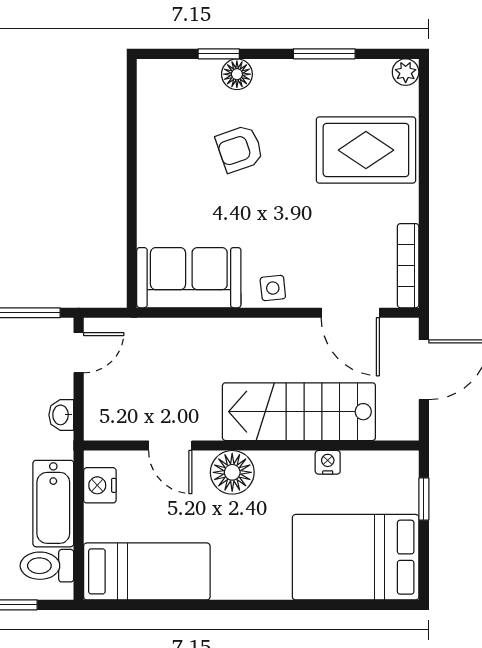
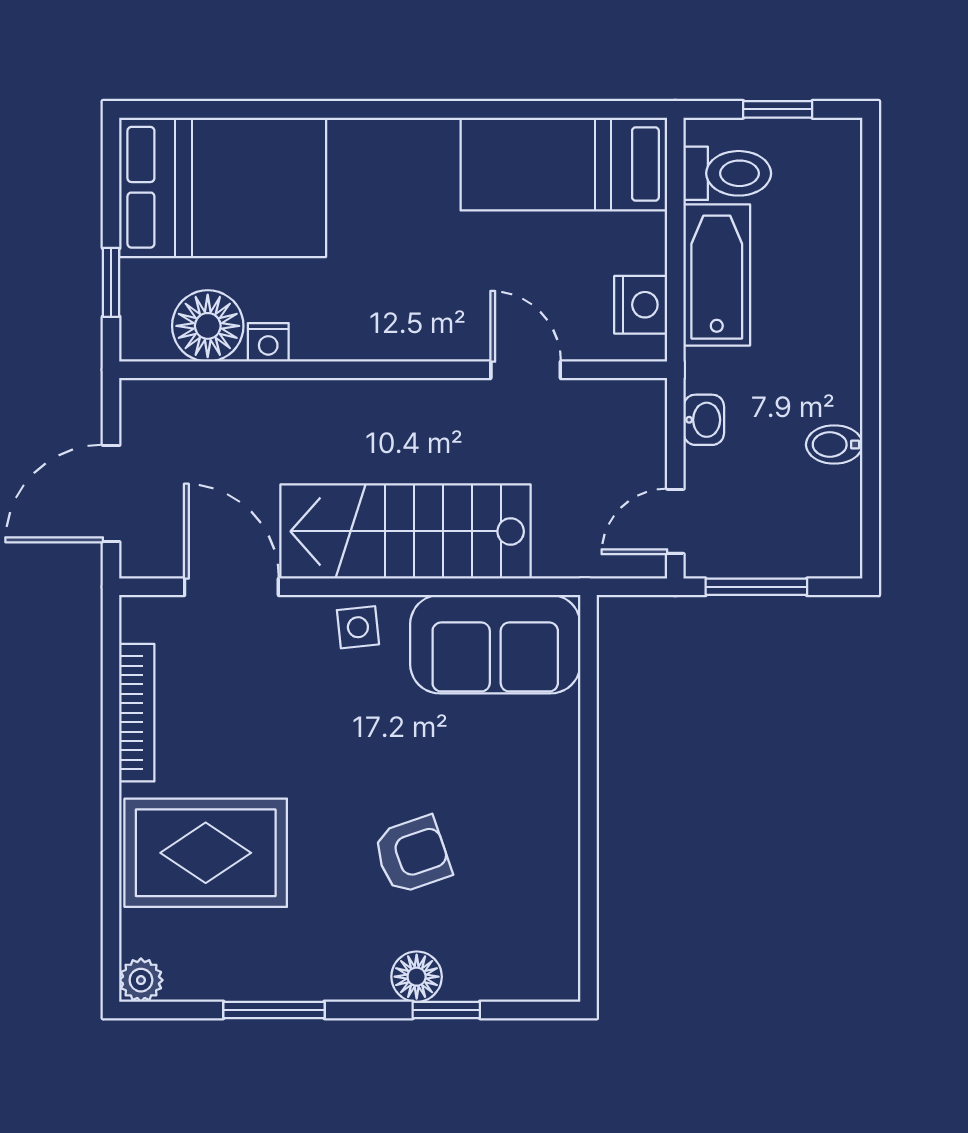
bookcase: (408, 266) -> (137, 713), moved
stairs: (299, 412) -> (406, 531), moved, turned 180
floor lamp: (232, 472) -> (208, 326), moved

